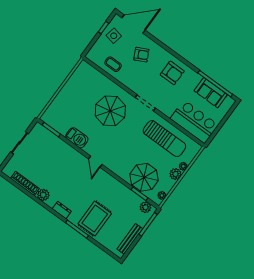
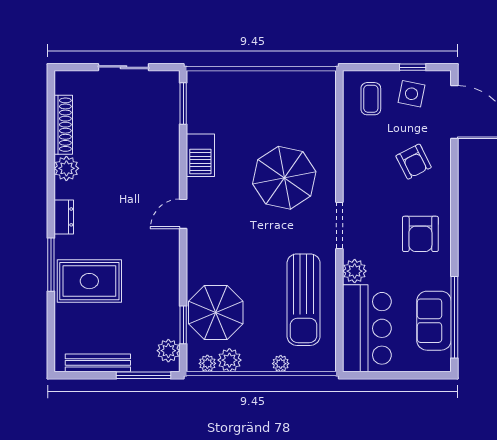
coffee table: (113, 64) -> (371, 99), moved
plant: (168, 110) -> (355, 271), added
plant: (175, 174) -> (229, 360), moved

